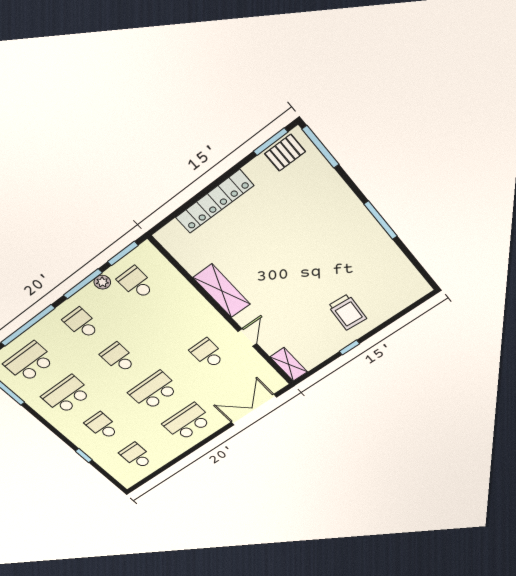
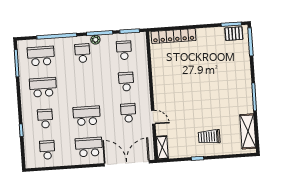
locker: (214, 202) -> (173, 36), moved
plant: (102, 282) -> (95, 40), moved
shelving: (222, 291) -> (248, 131), moved
trolley: (347, 312) -> (209, 137), turned 86
door: (247, 337) -> (153, 117), hinge flipped
school desk: (118, 358) -> (126, 82), moved
double door: (254, 410) -> (127, 163), width x1.36

